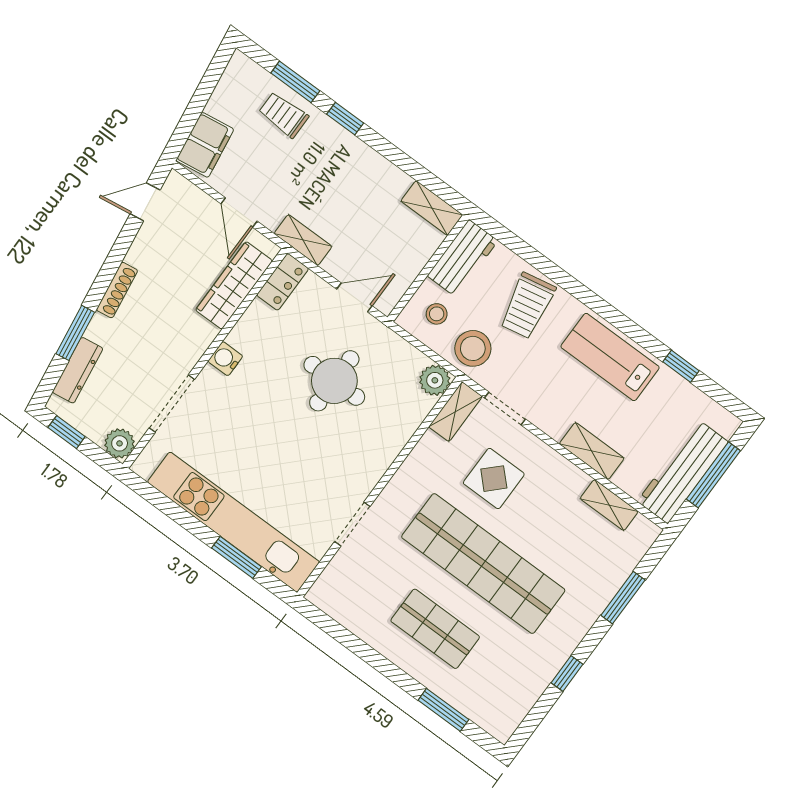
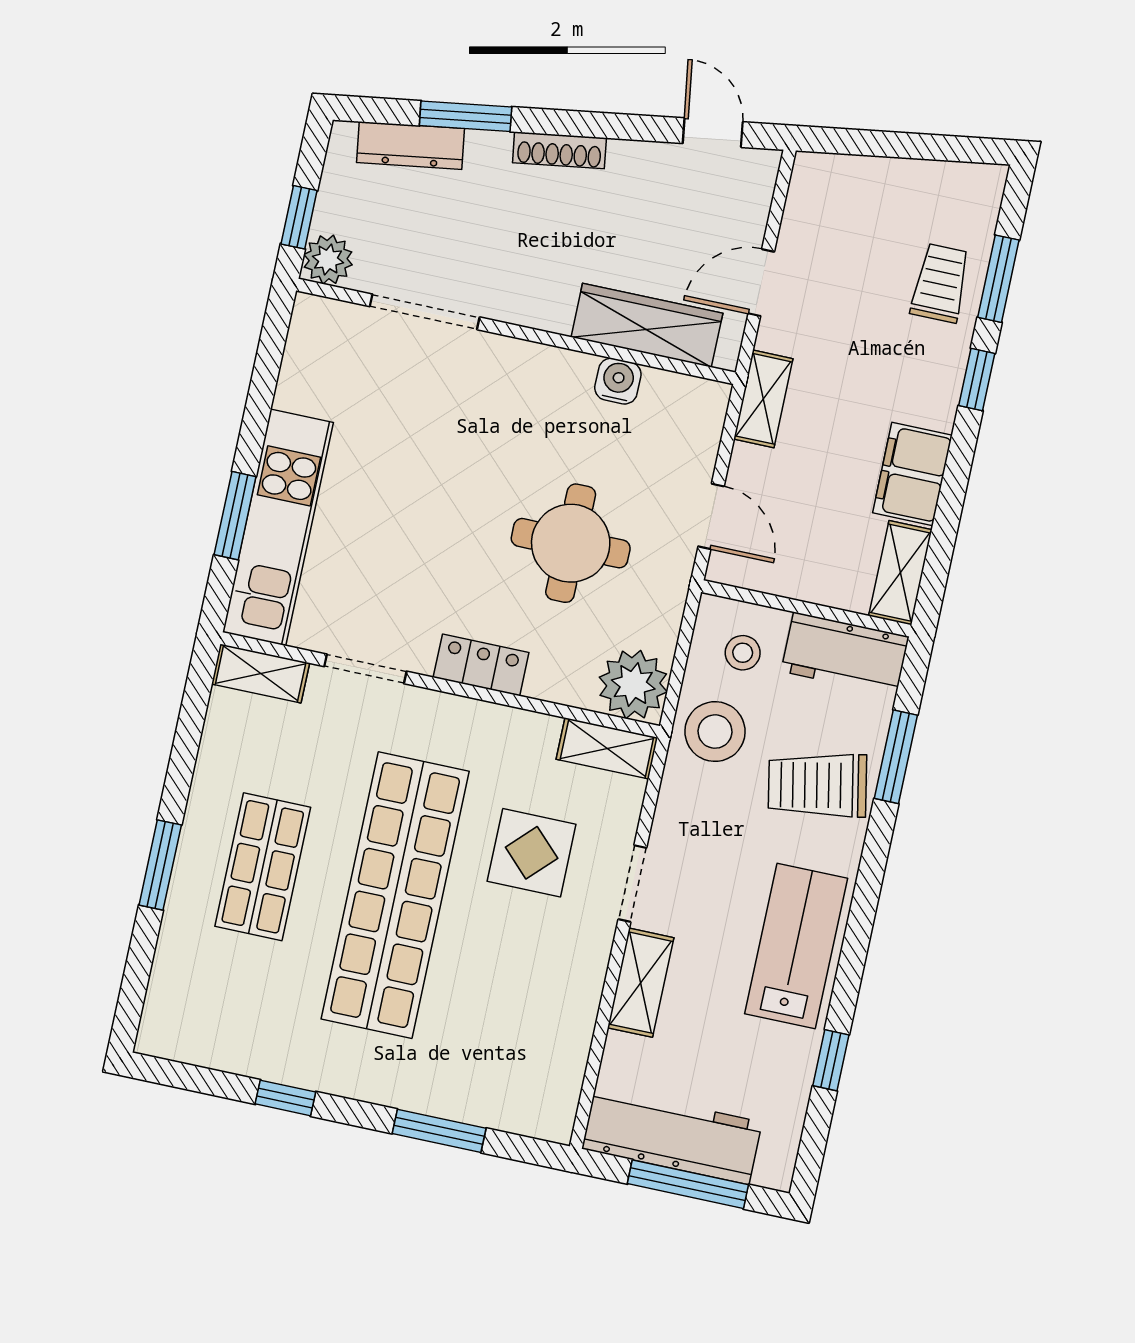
filing cabinet: (205, 145) -> (912, 474), moved, turned 98
window: (531, 256) -> (896, 757), added
locker: (283, 282) -> (481, 665), moved, turned 180
water cooler: (225, 359) -> (618, 381), moved
plant: (435, 380) -> (633, 685), width x1.36, depth x1.36
doorway: (505, 409) -> (632, 883), moved
window: (67, 432) -> (299, 217), moved
shelving: (609, 505) -> (261, 673), moved, turned 90
kitchen unit: (233, 522) -> (278, 527), width x0.73
window: (443, 710) -> (160, 865), moved

